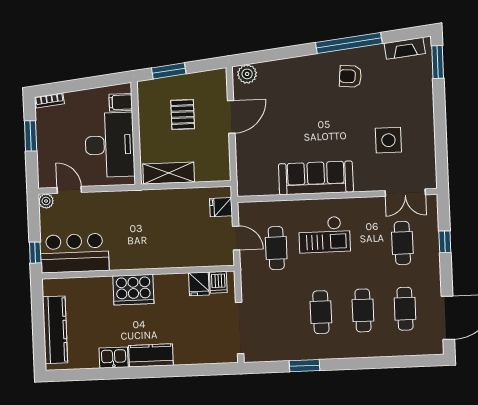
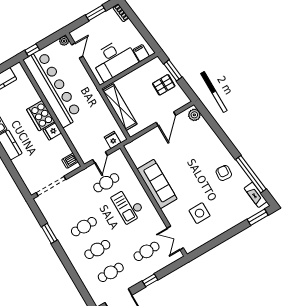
window: (349, 43) -> (251, 174), moved
pallet: (183, 115) -> (164, 85), moved
door: (231, 117) -> (166, 119), hinge flipped
shelving: (169, 173) -> (120, 107), width x1.47
window: (445, 242) -> (150, 280), moved
bar counter: (75, 253) -> (53, 88), width x1.86
fridge: (199, 284) -> (52, 132), moved

